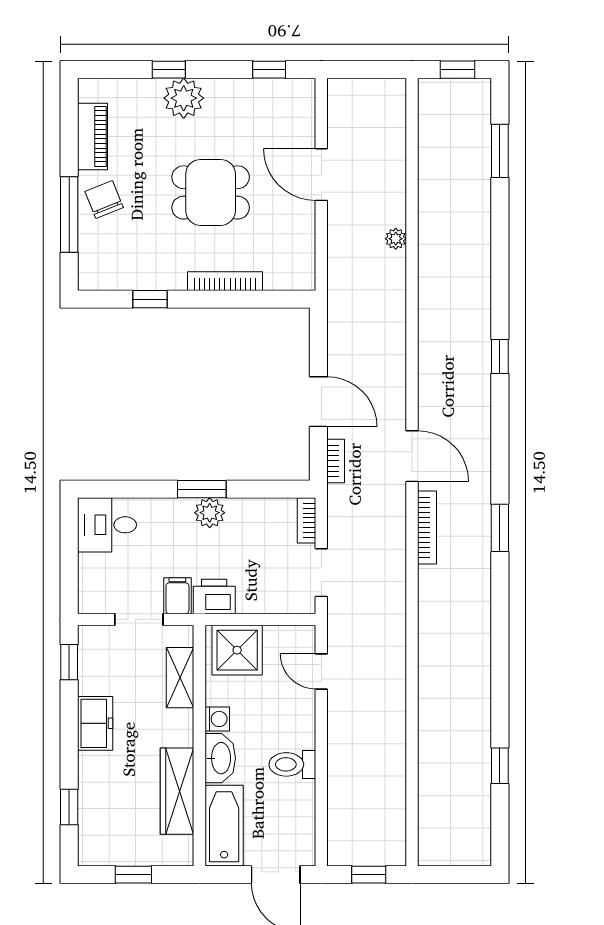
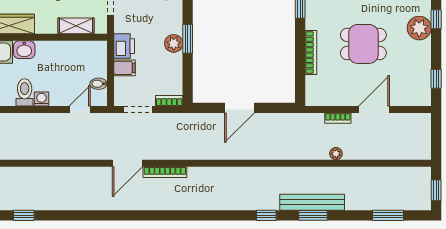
dining table: (211, 192) -> (363, 44), turned 90
bench: (478, 279) -> (312, 202), added
door: (412, 456) -> (128, 163), moved
bookcase: (336, 461) -> (338, 118), moved
window: (500, 528) -> (313, 215), moved
filing cabinet: (177, 596) -> (125, 68), moved
bidet: (278, 639) -> (99, 84), added
shower: (237, 650) -> (92, 60), removed
washing machine: (217, 719) -> (41, 99), moved, turned 180
washbasin: (220, 758) -> (24, 50), width x0.72

